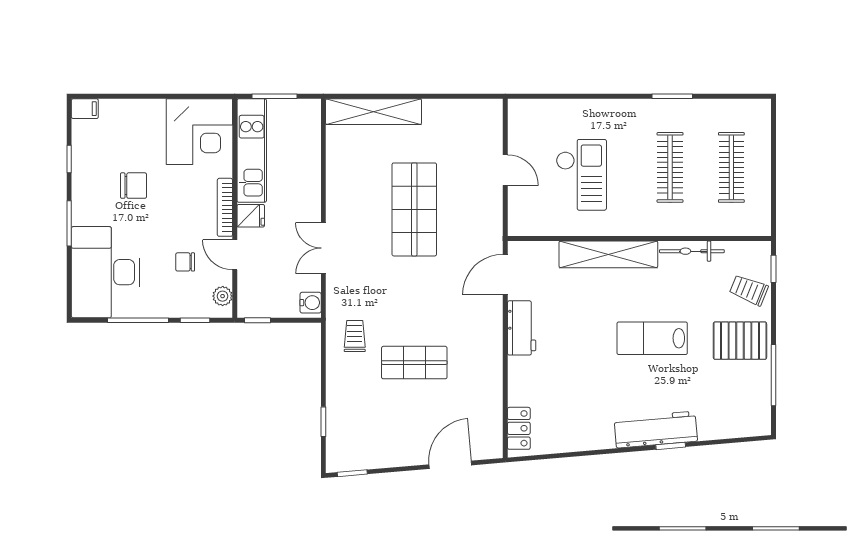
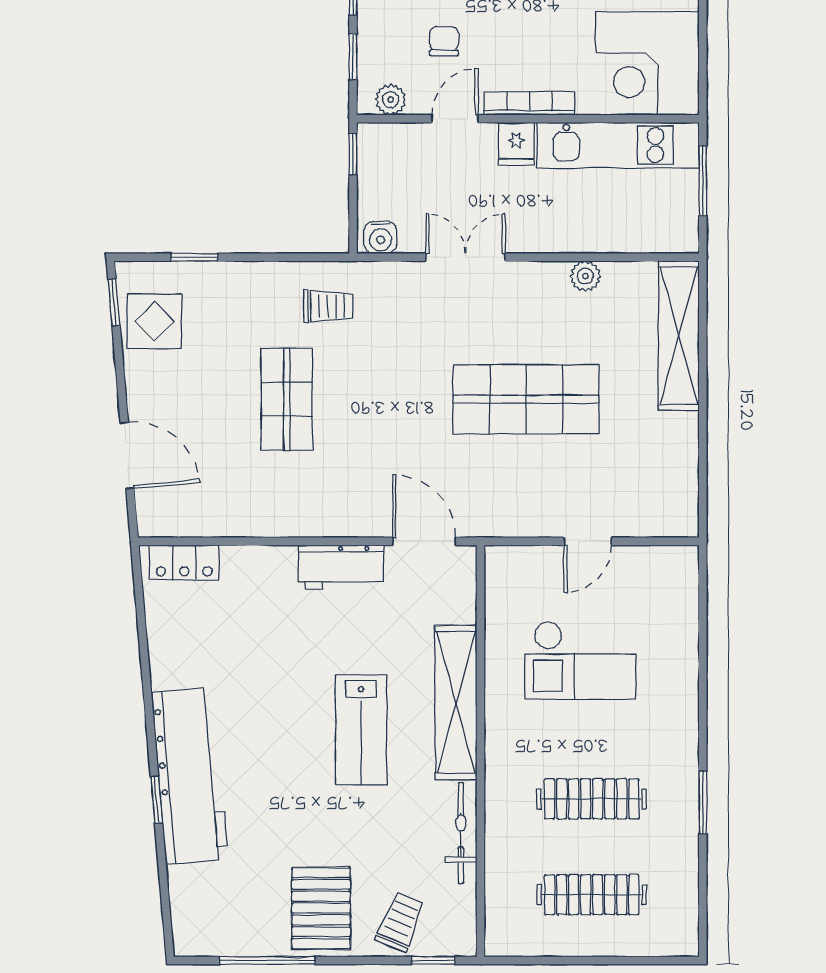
plant: (335, 171) -> (585, 276), added
lab bench: (652, 338) -> (361, 730), moved, turned 180
workbench: (656, 430) -> (190, 776), width x1.36, depth x1.32
display table: (364, 447) -> (155, 321), added

